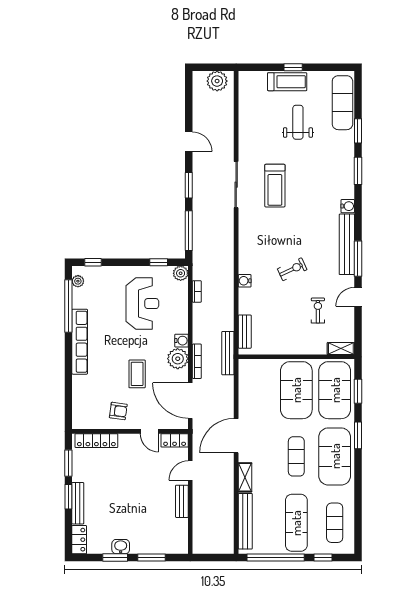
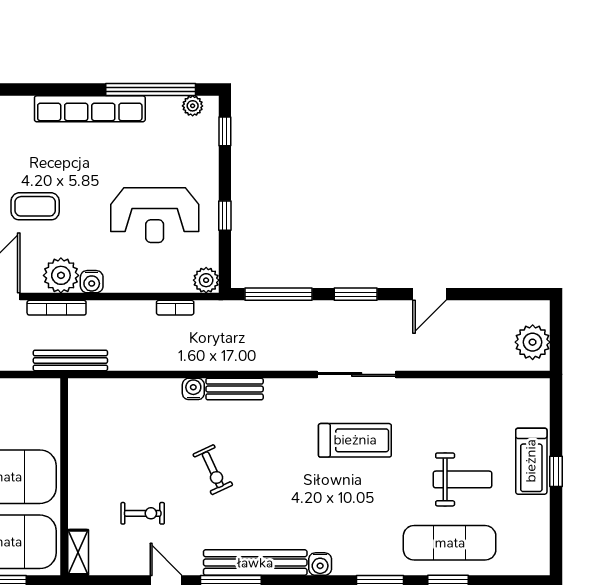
exercise mat: (342, 103) -> (450, 543), moved
treadmill: (275, 186) -> (355, 440), turned 180
window: (159, 262) -> (225, 216), moved
bench: (245, 332) -> (235, 389), moved

